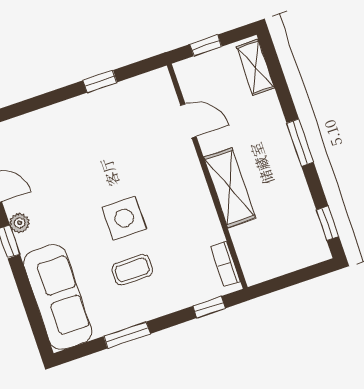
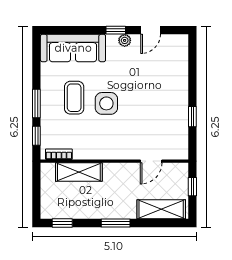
shelving: (256, 67) -> (161, 209), width x1.50, depth x1.33
shelving: (230, 188) -> (79, 172), moved
coffee table: (132, 270) -> (74, 98), width x1.36, depth x1.30
window: (127, 335) -> (36, 103), moved

